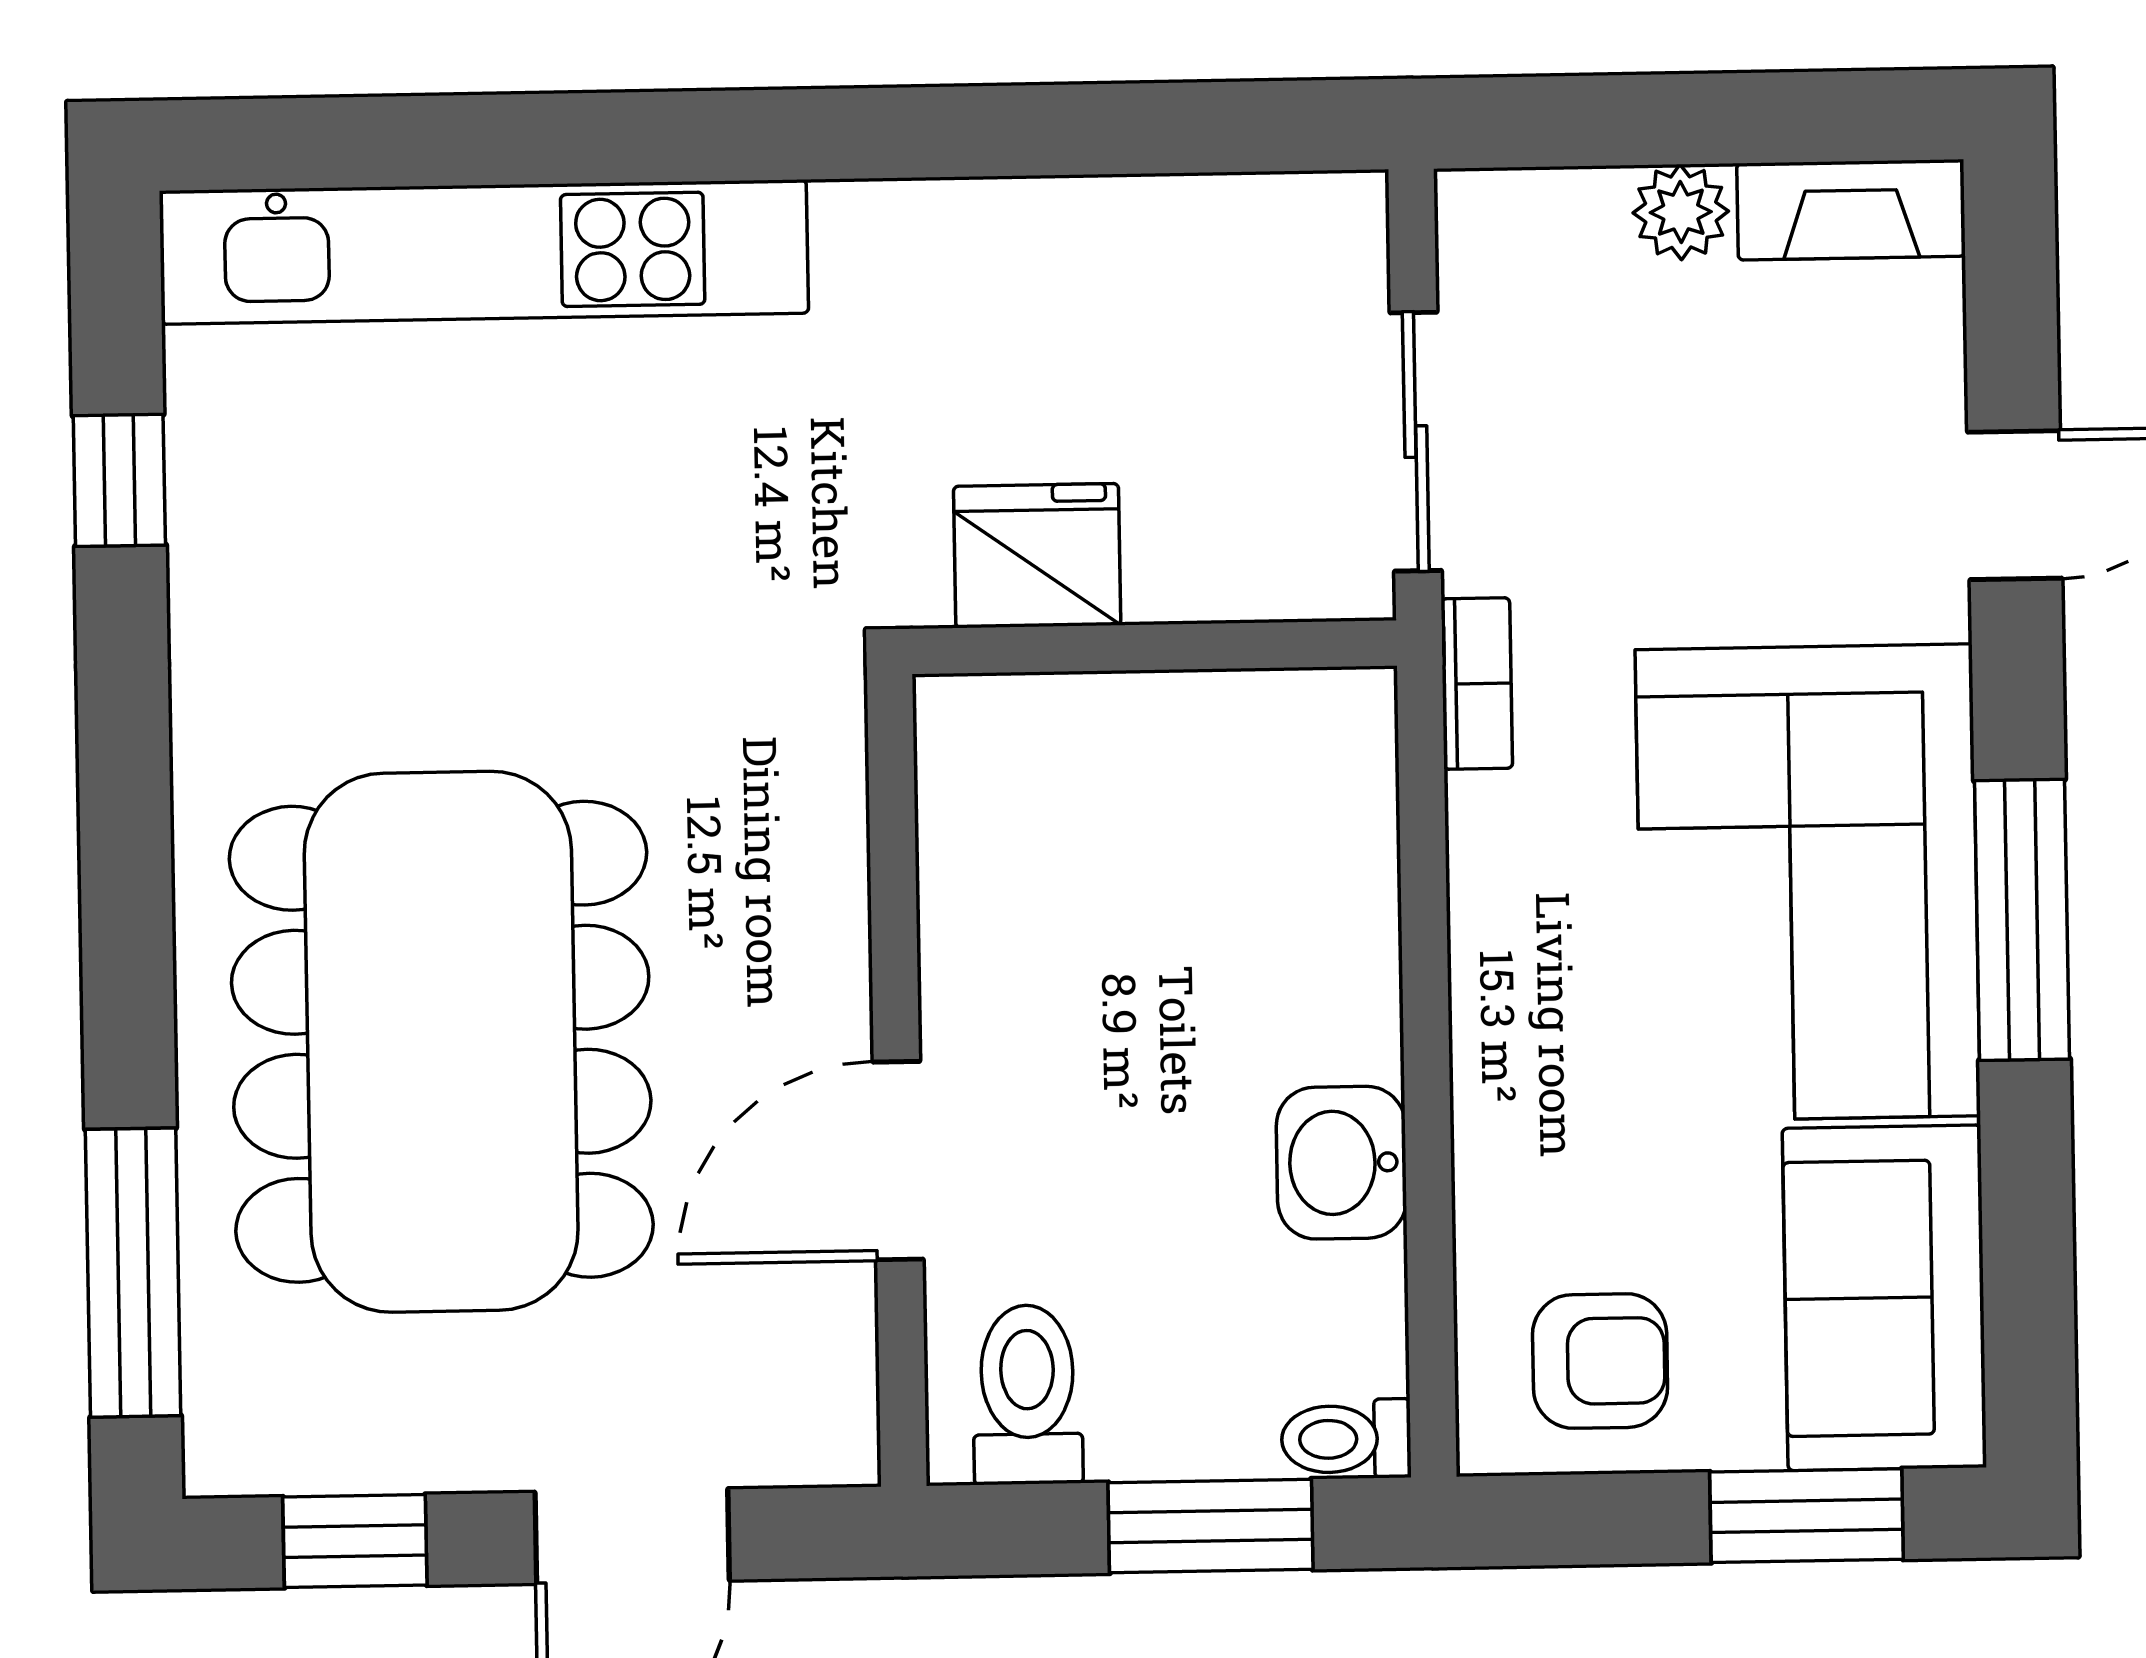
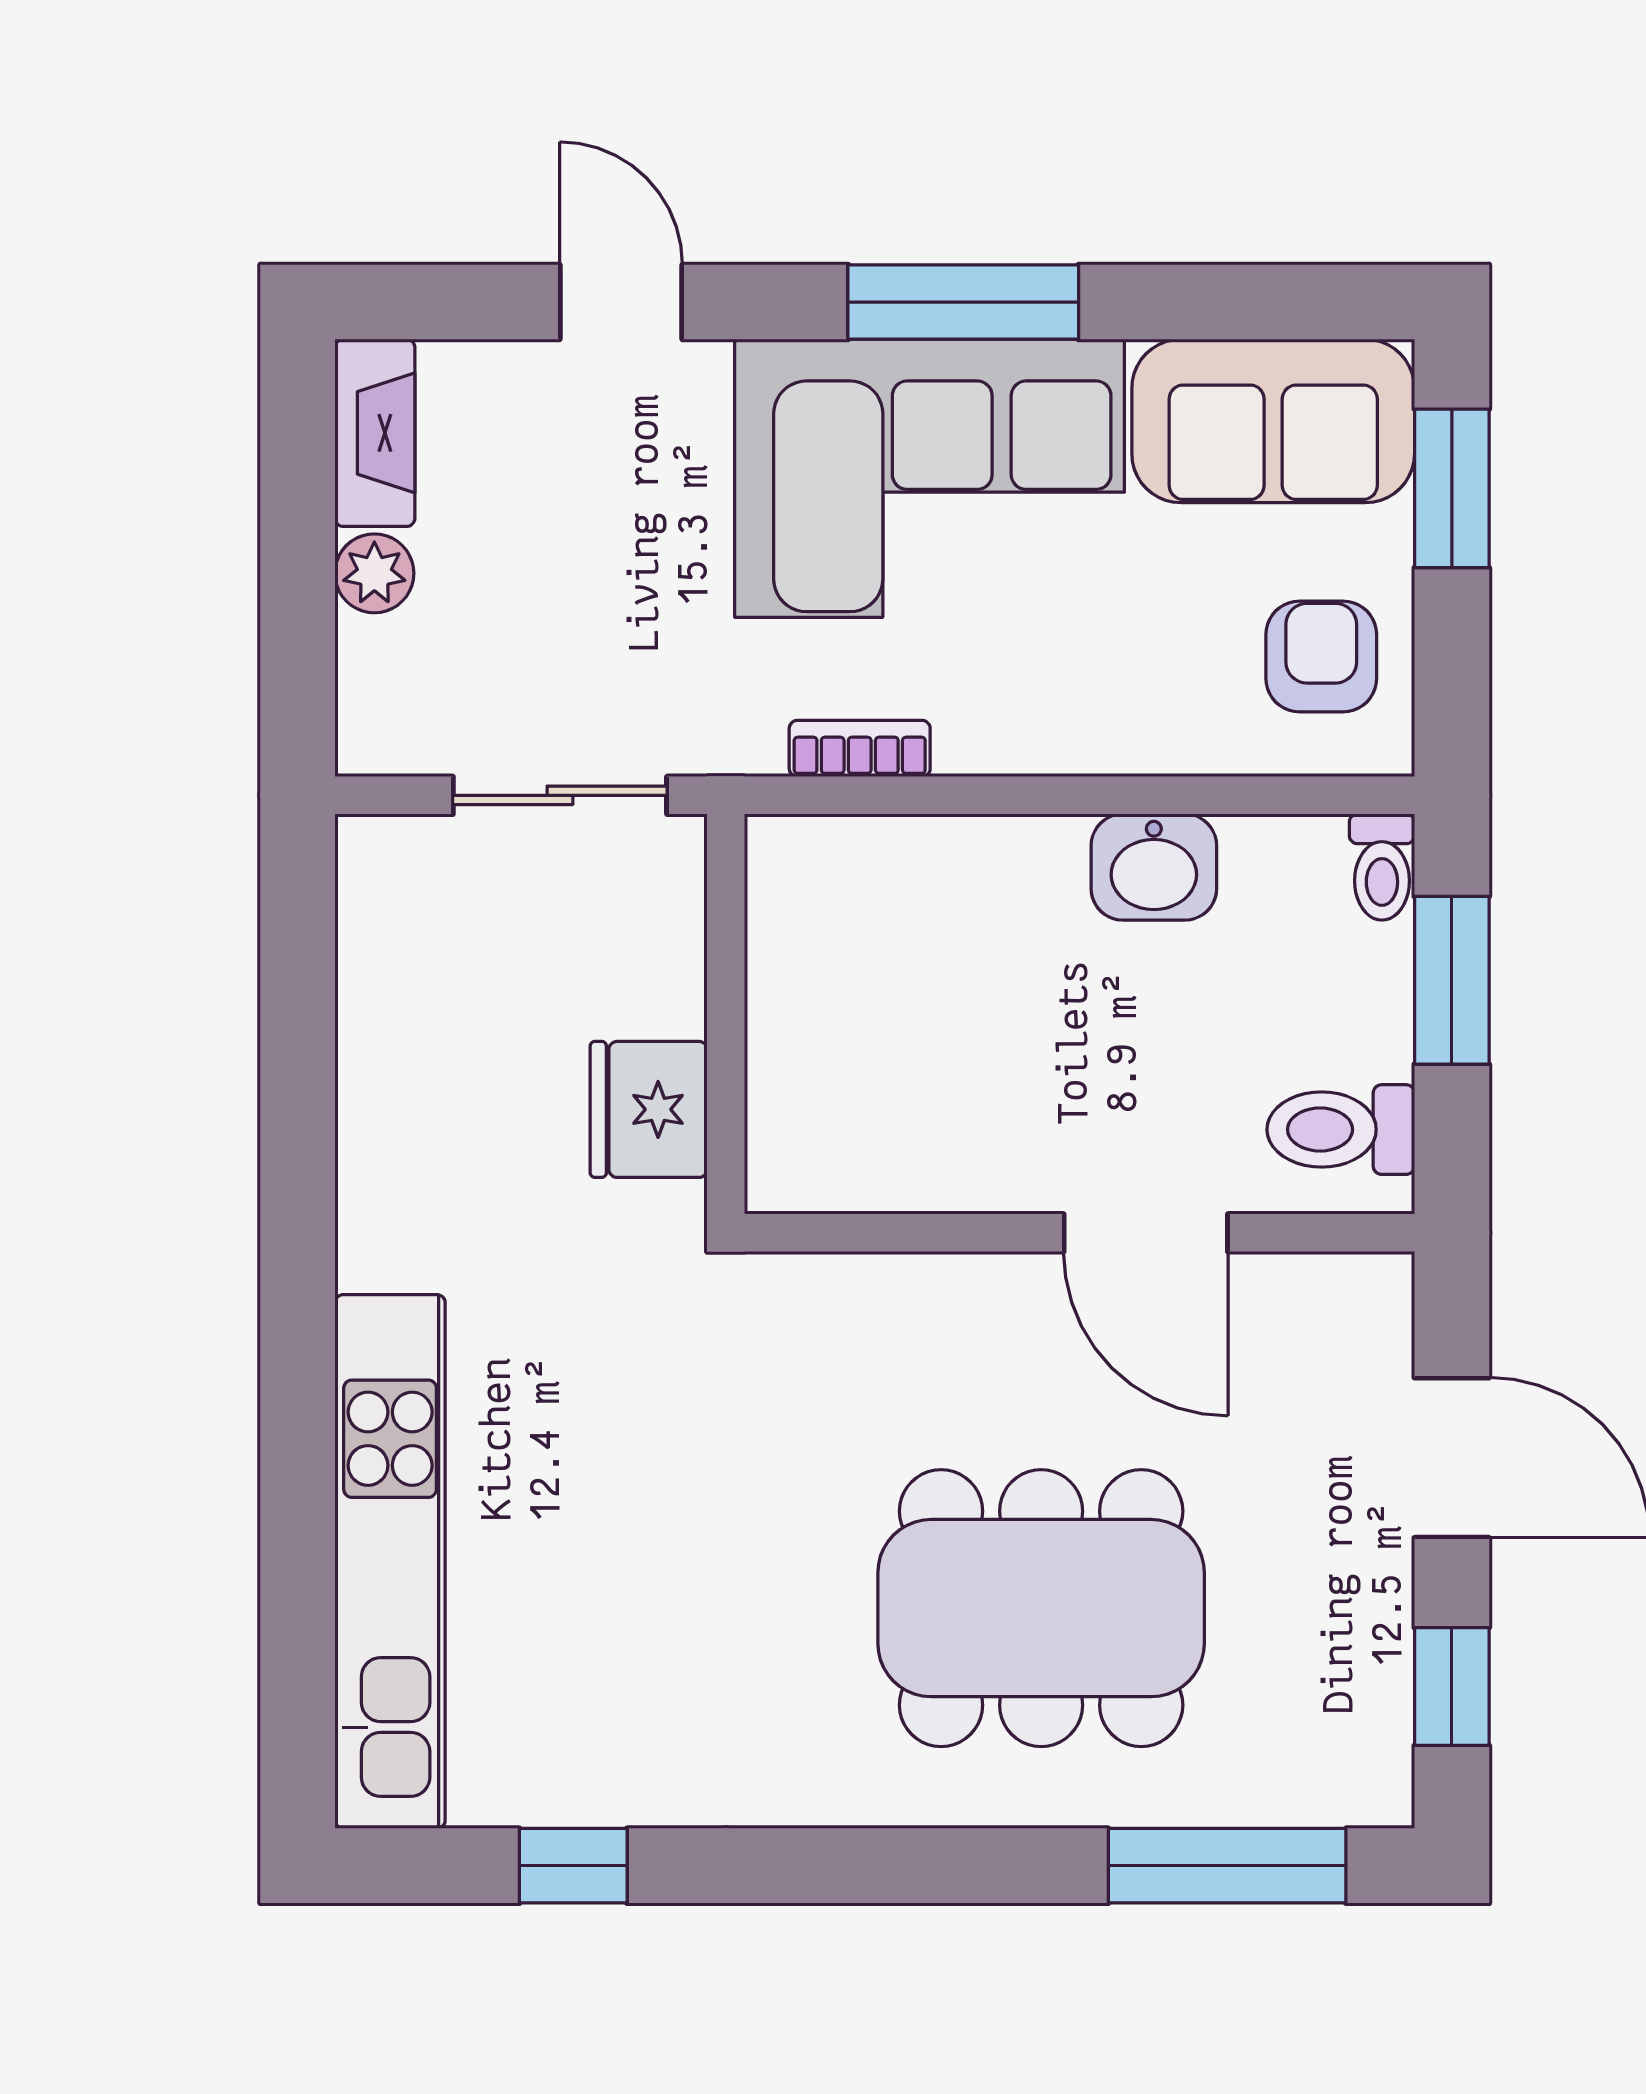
bookcase: (1477, 683) -> (860, 748), moved
dining table: (441, 1042) -> (1041, 1608), width x0.73, depth x0.80

